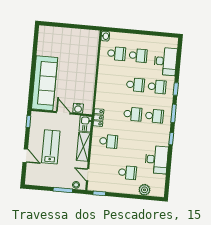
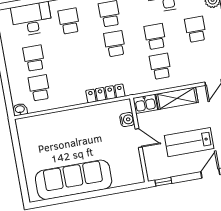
sofa: (45, 83) -> (74, 180), moved
school desk: (135, 85) -> (155, 37), moved
door: (63, 113) -> (139, 138), swing flipped
locker: (98, 118) -> (105, 93), moved, width x1.53

